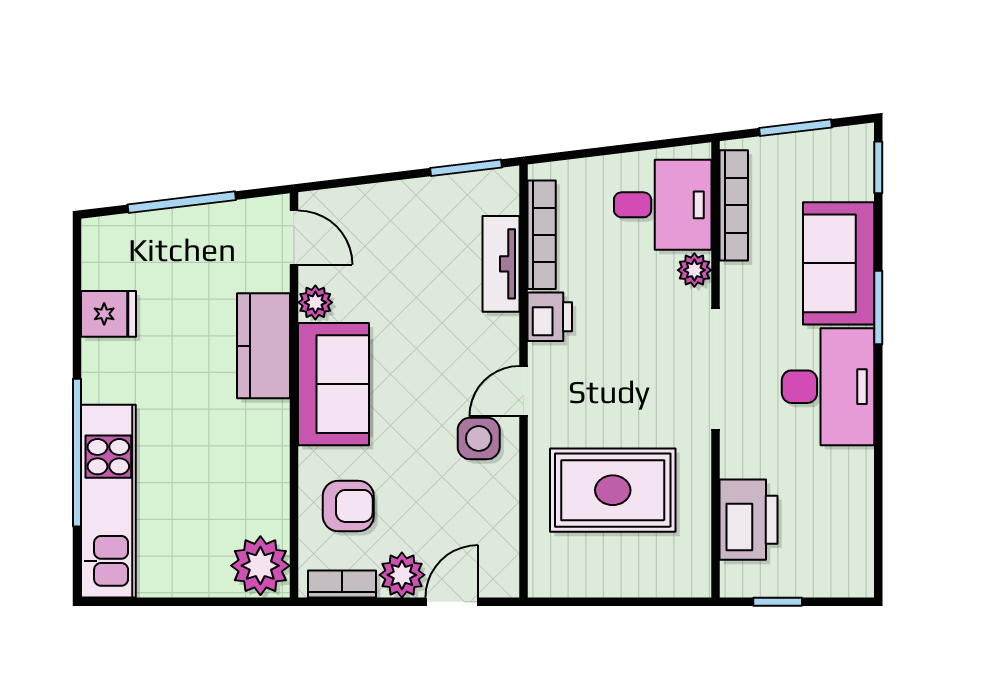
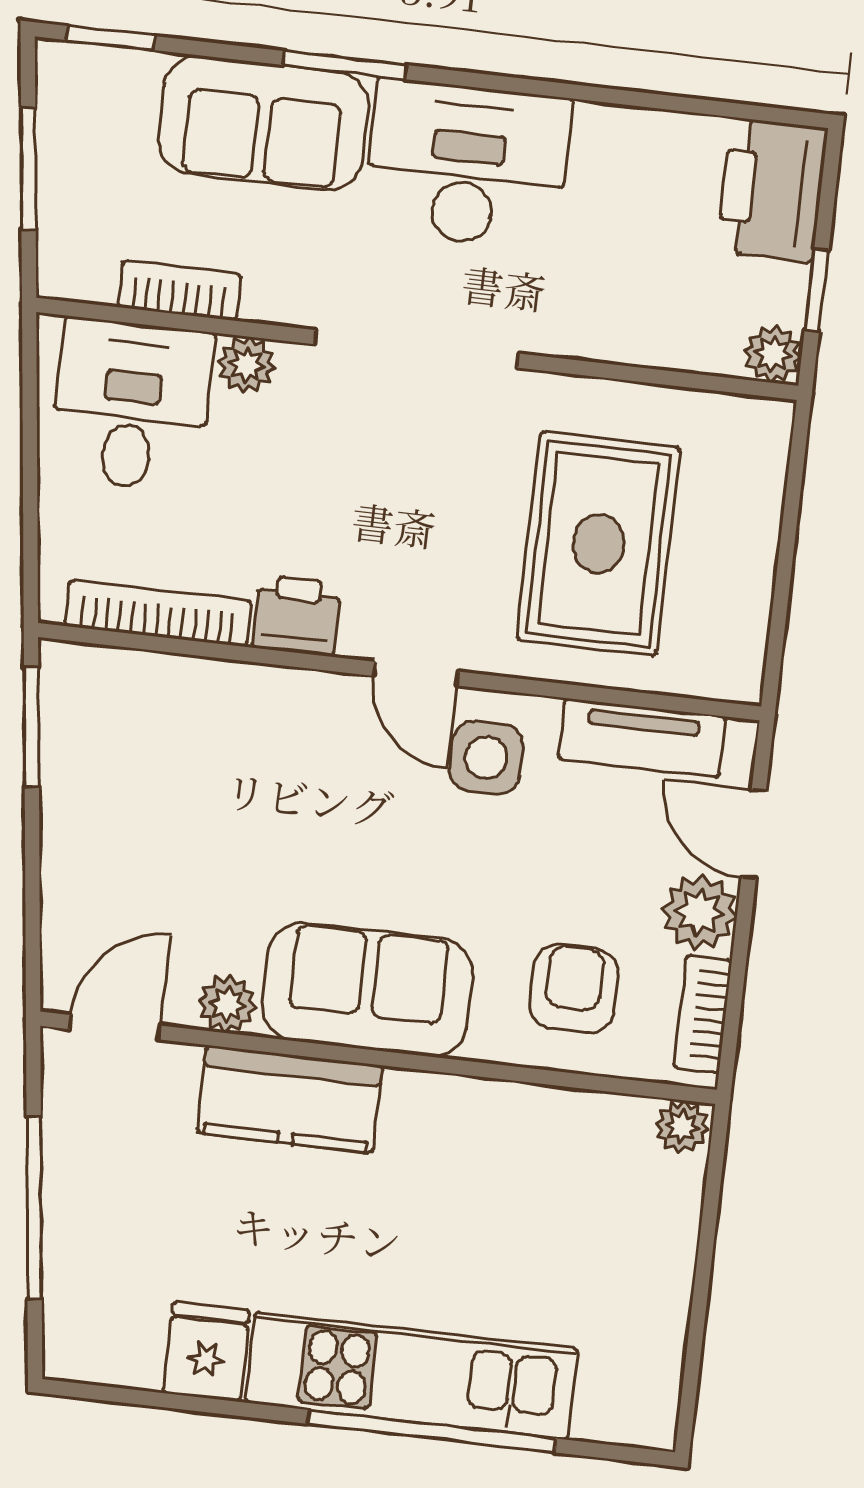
bookcase: (734, 205) -> (179, 290), width x0.64
tv unit: (501, 264) -> (642, 738), moved
kitchen unit: (108, 501) -> (412, 1376), moved
printer: (749, 520) -> (772, 190), moved, turned -90
plant: (260, 566) -> (682, 1127), width x0.53, depth x0.53
plant: (737, 580) -> (773, 354), added

